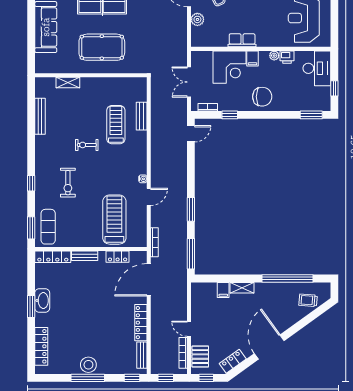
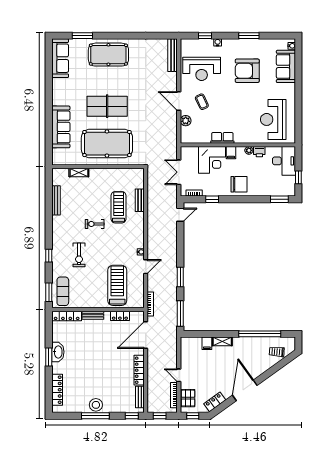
pool table: (102, 47) -> (107, 144), width x1.36, depth x1.32

